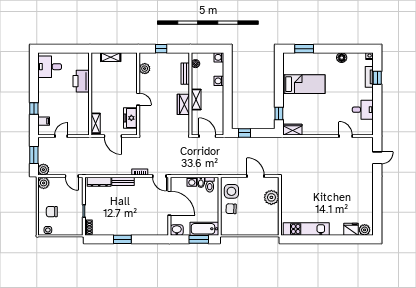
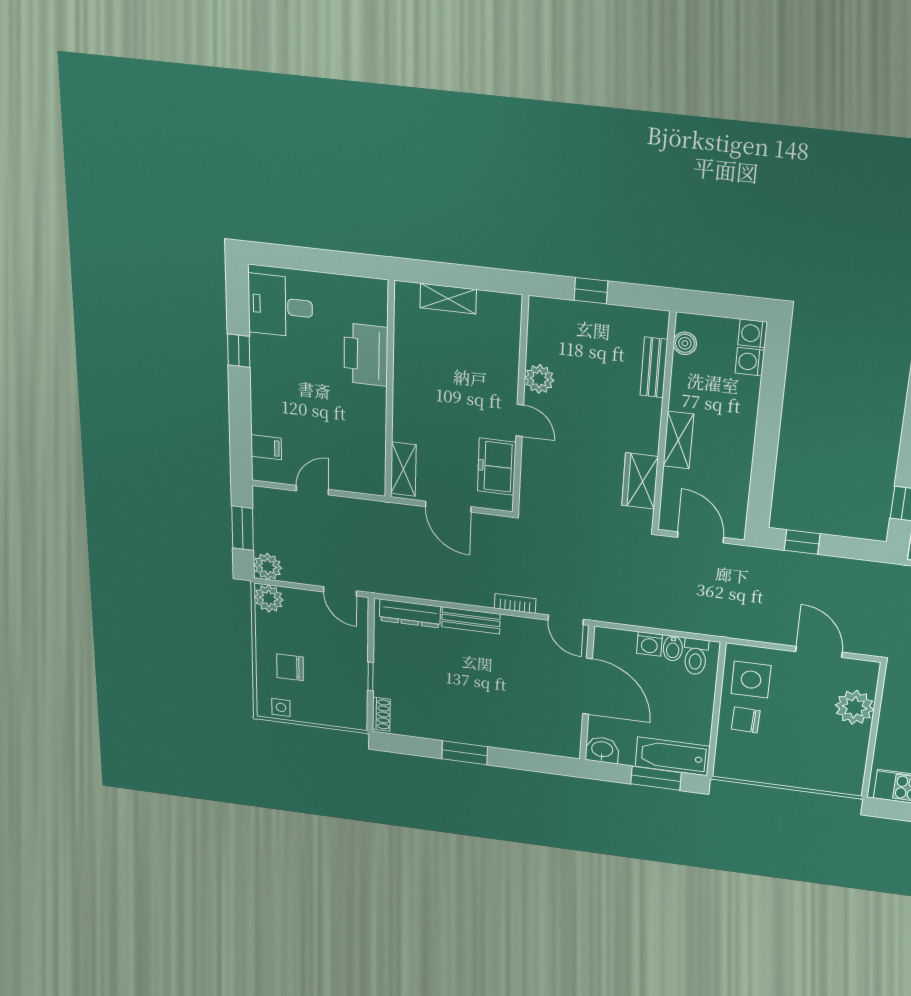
plant: (145, 69) -> (539, 379), moved
washing machine: (219, 81) -> (750, 362), moved
wardrobe: (183, 104) -> (640, 481), moved
window: (34, 108) -> (239, 351), moved

